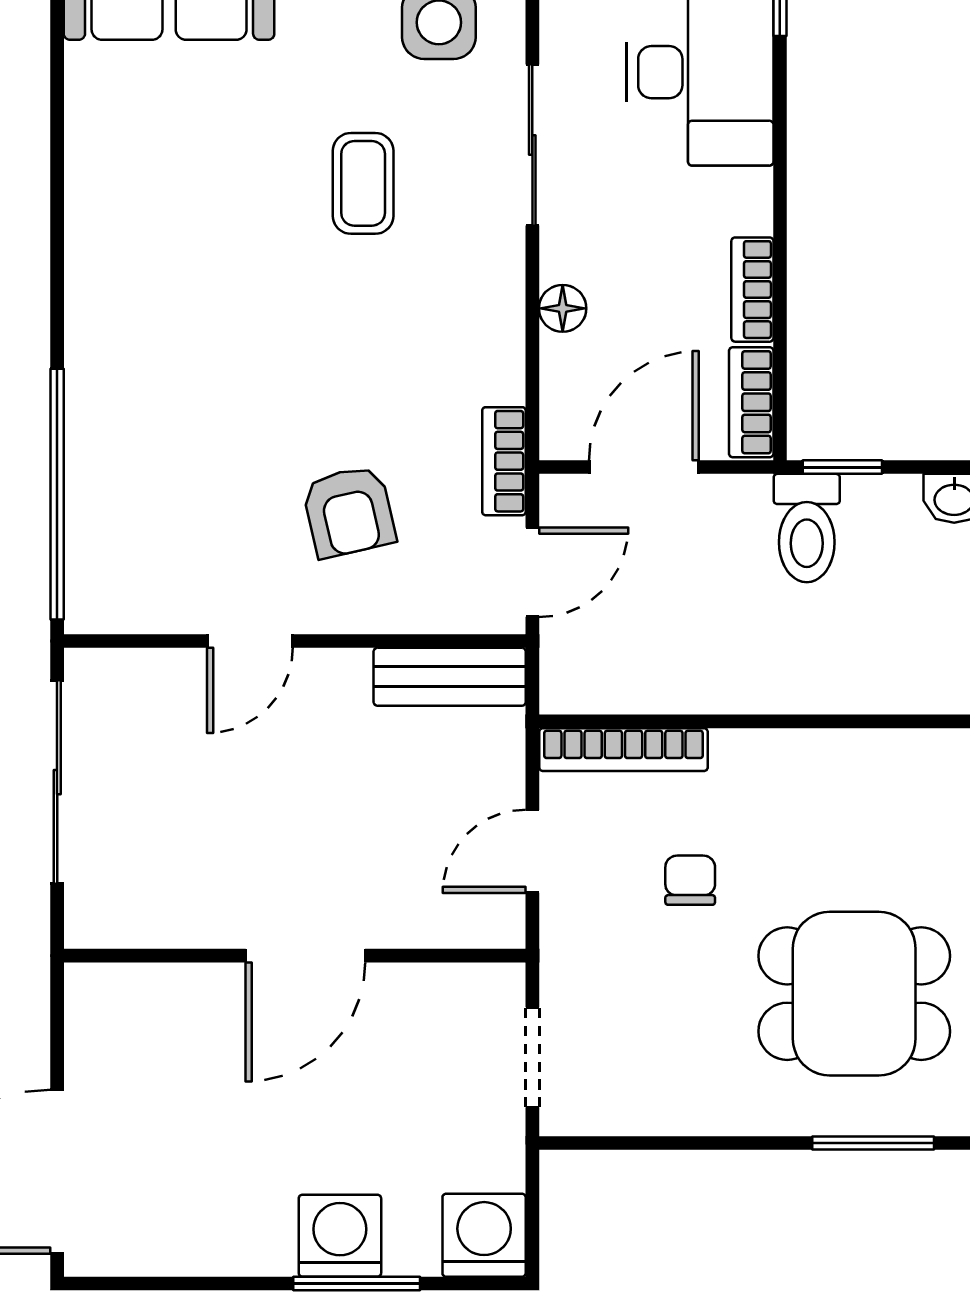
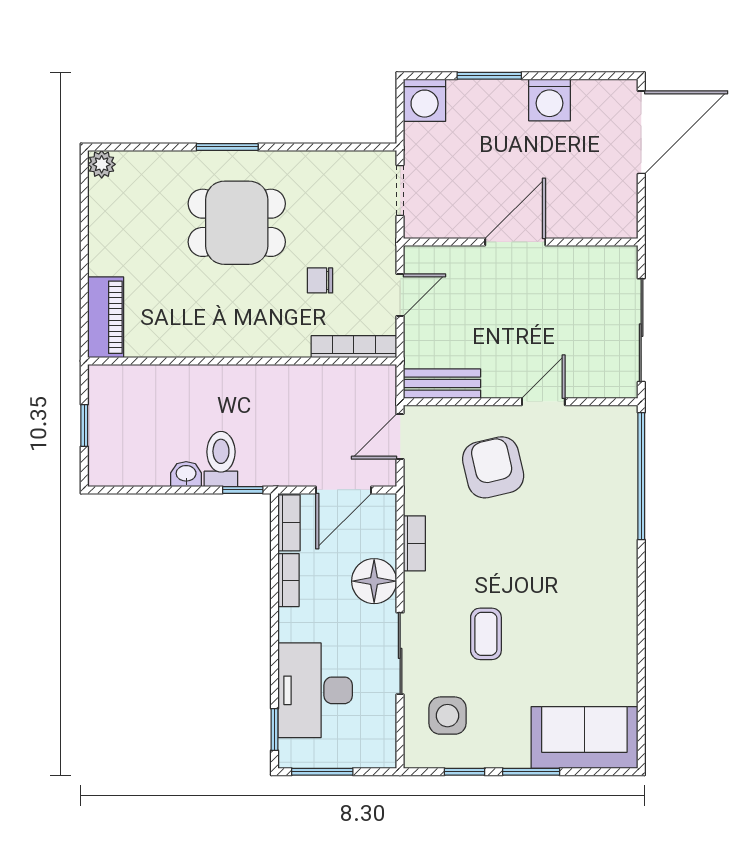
floor lamp: (563, 308) -> (374, 581), width x1.89, depth x1.89
bookcase: (504, 461) -> (414, 543), moved
armchair: (349, 512) -> (493, 467), width x1.38, depth x1.38
toilet: (807, 528) -> (221, 459), moved
chair: (690, 880) -> (320, 280), turned 90
washing machine: (340, 1236) -> (550, 100), moved

